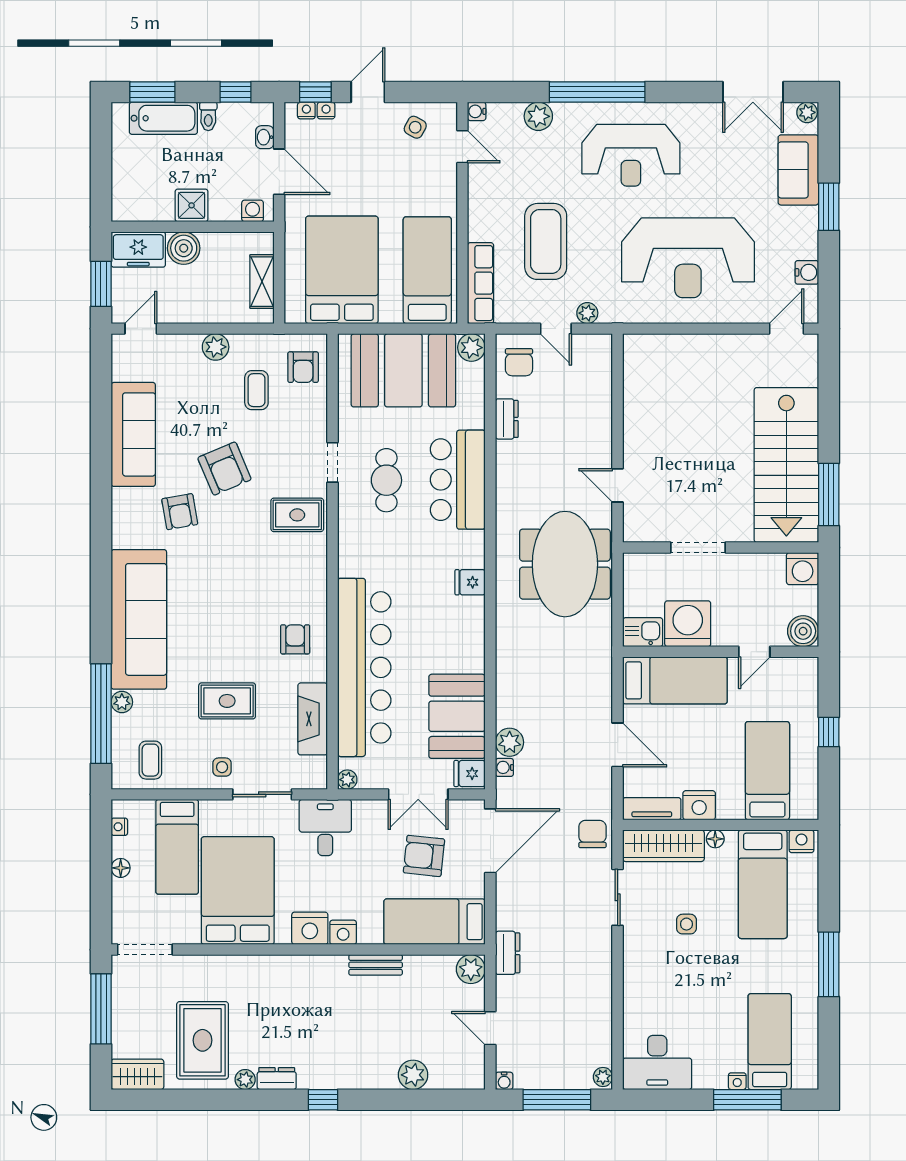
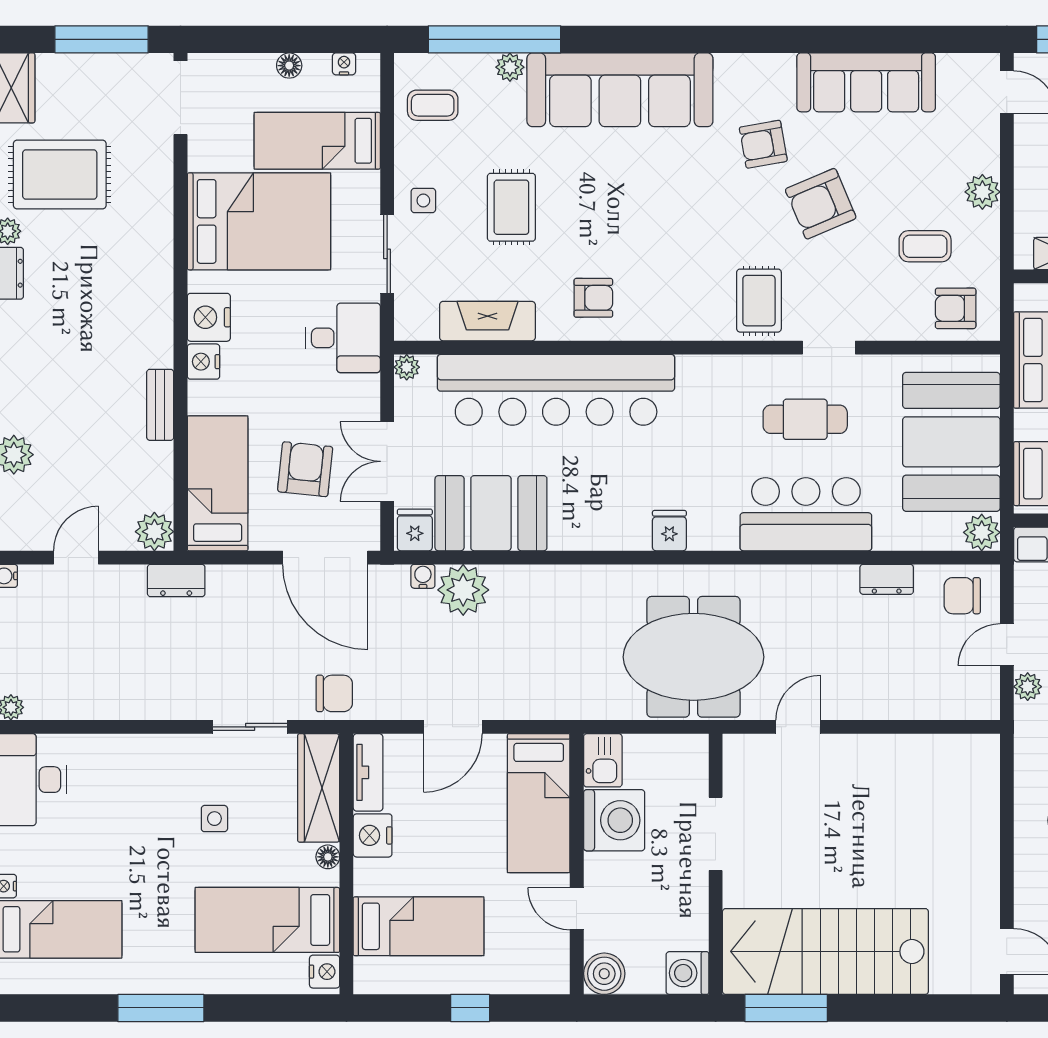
plant: (510, 742) -> (463, 590), width x1.36, depth x1.36

